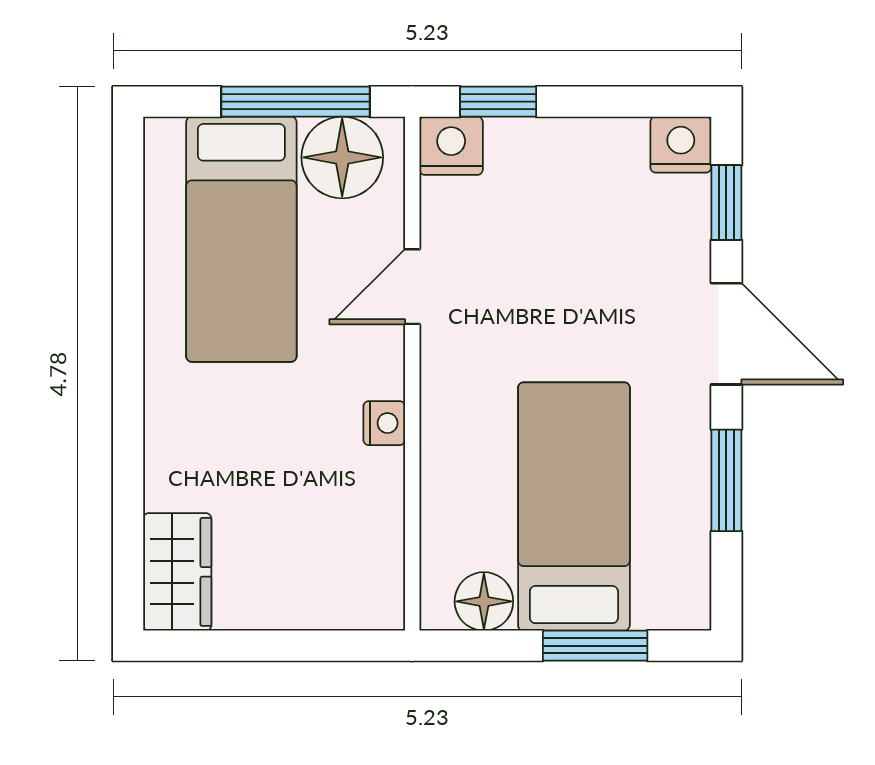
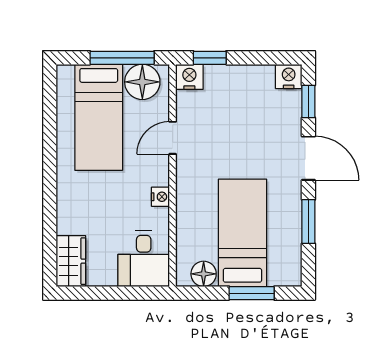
desk: (345, 566) -> (144, 259), added

